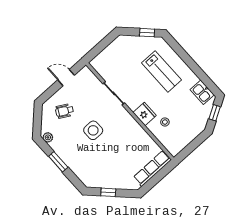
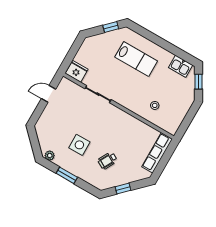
wheelchair: (65, 111) -> (108, 161), moved
fridge: (145, 114) -> (77, 71), moved
side table: (93, 130) -> (79, 145), moved

